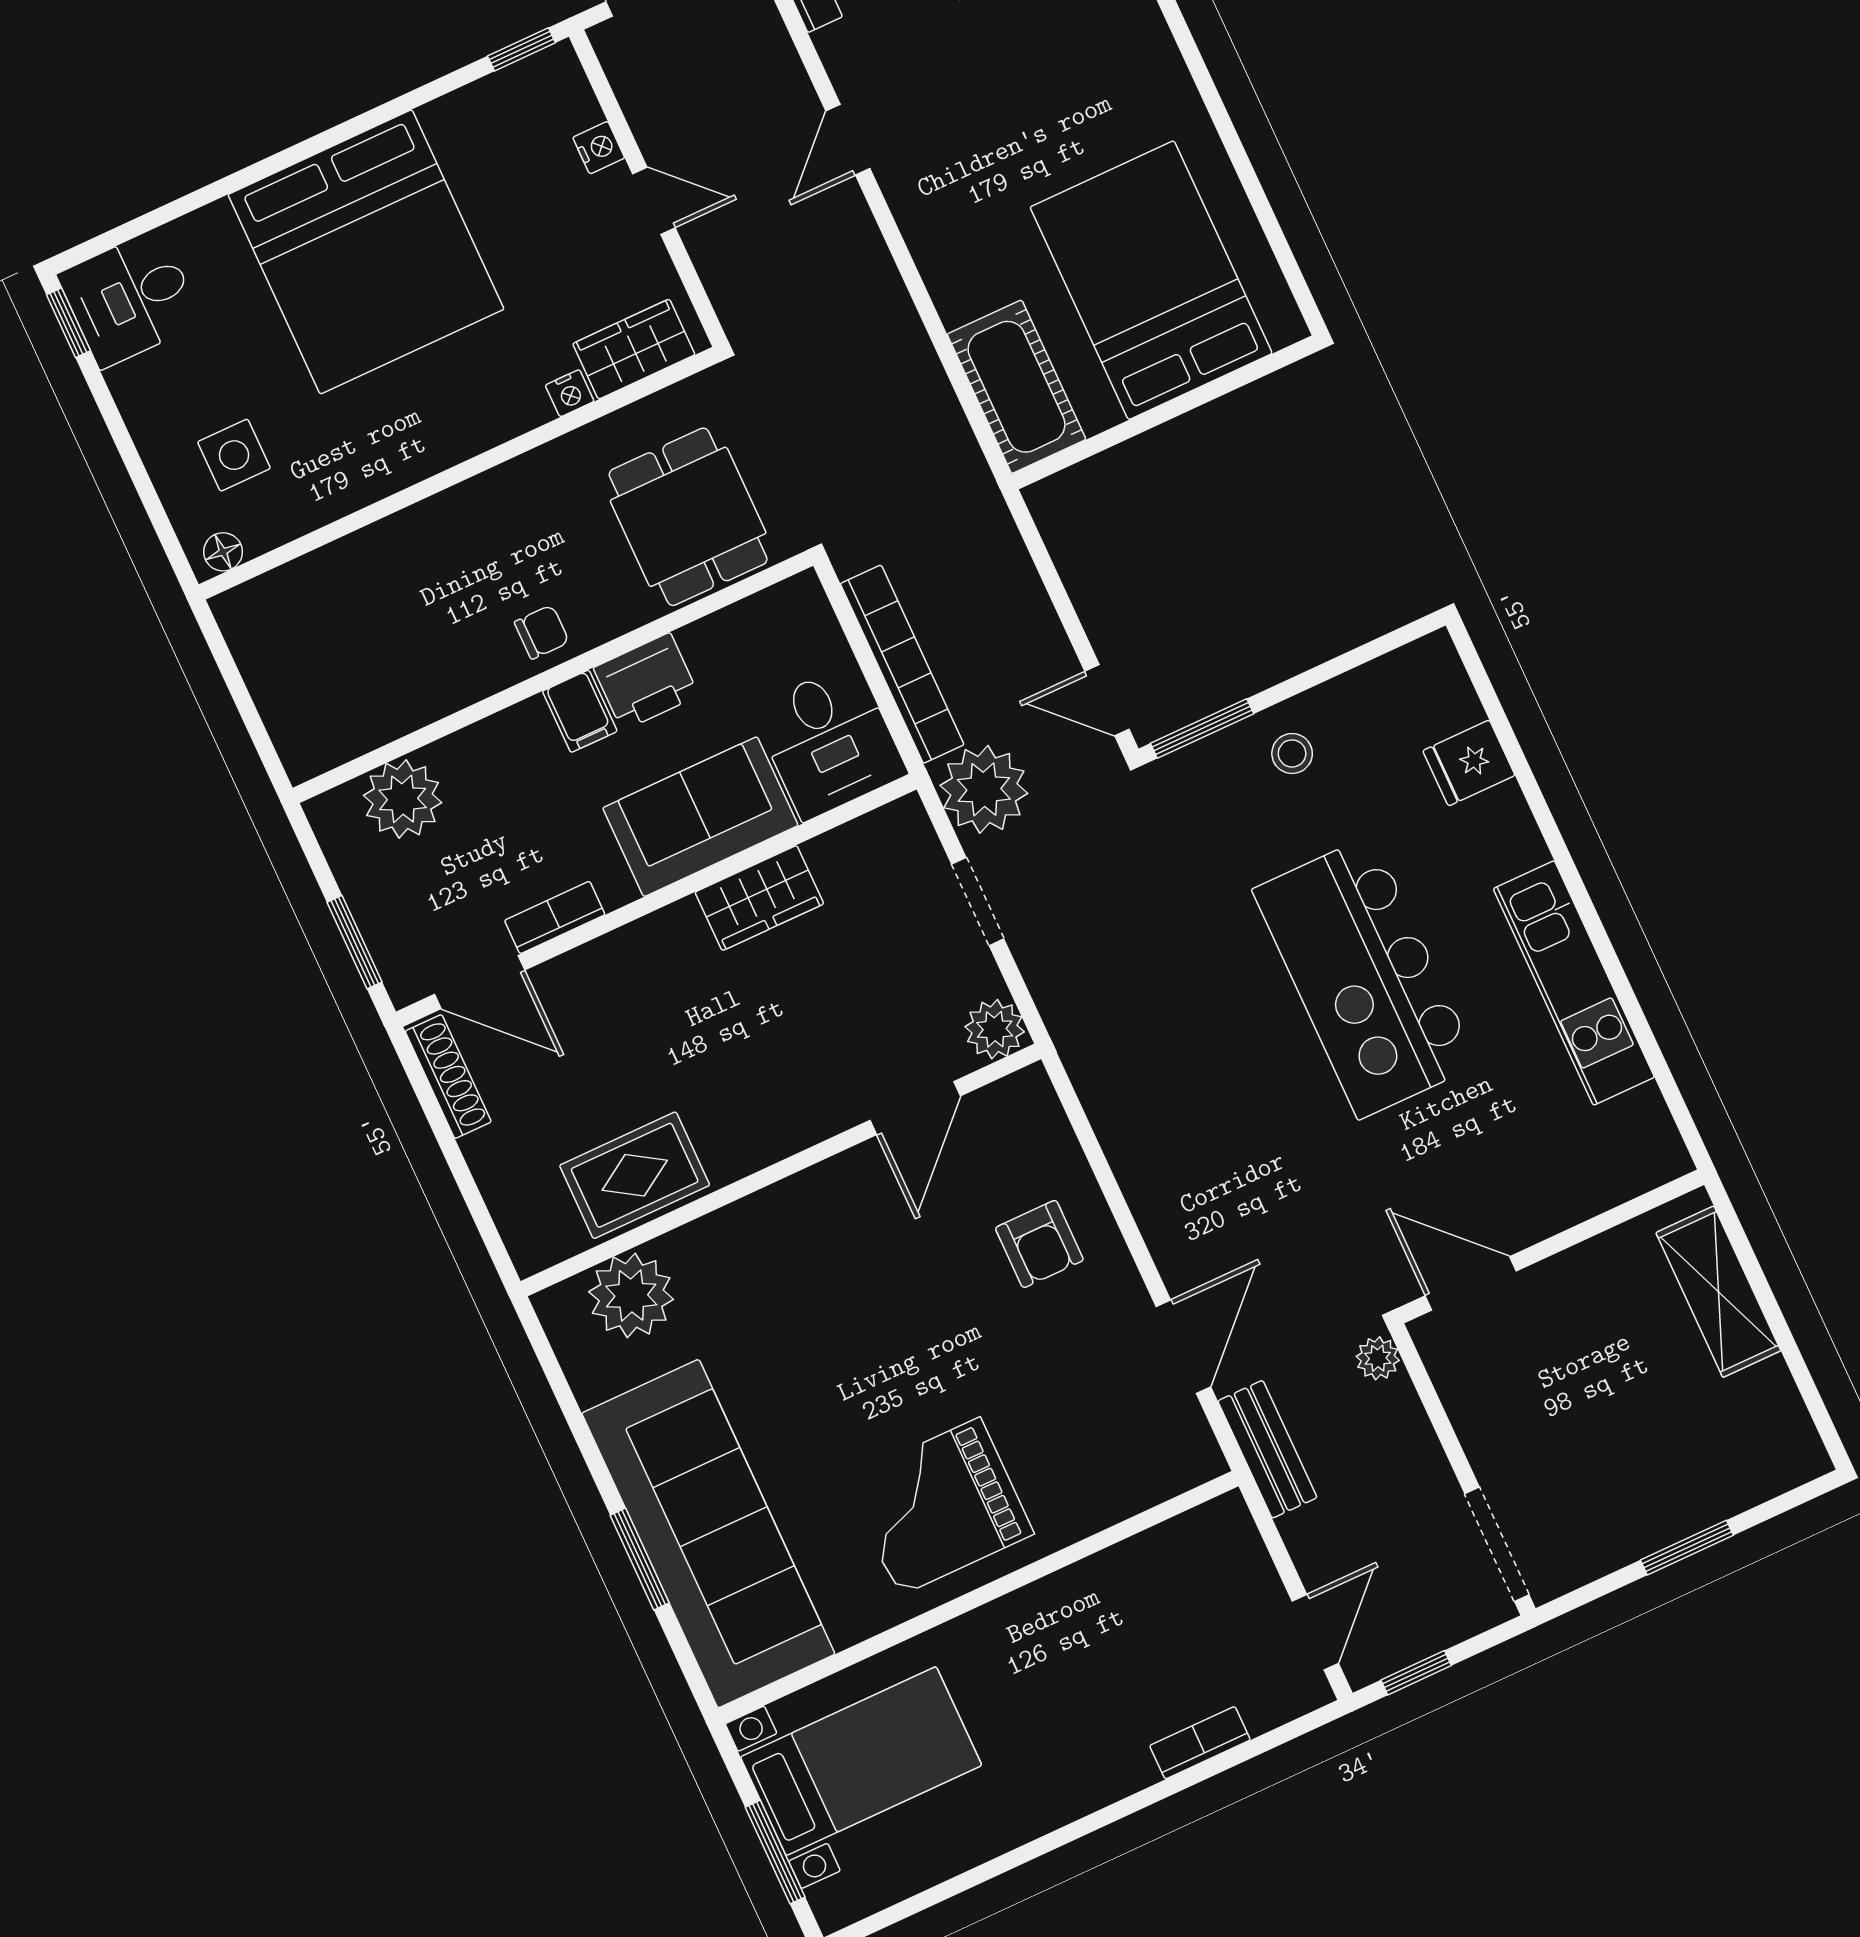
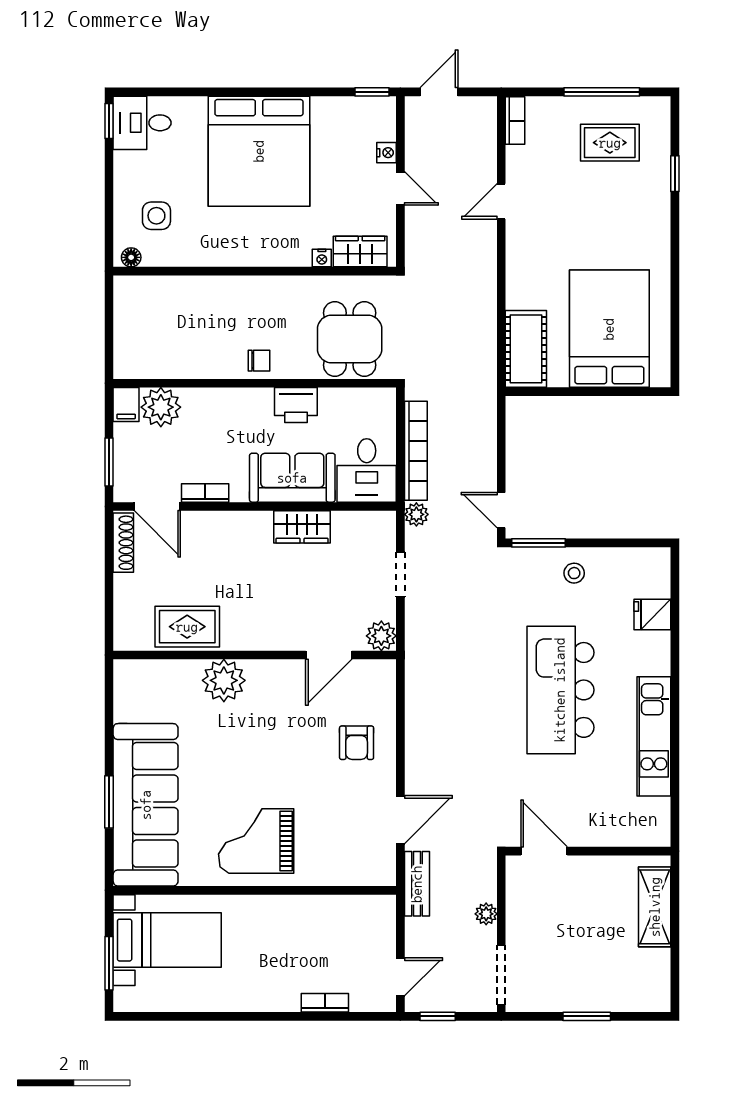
filing cabinet: (580, 711) -> (126, 405), moved
plant: (984, 789) -> (416, 514), width x0.53, depth x0.53
plant: (631, 1295) -> (224, 680), moved
plant: (1378, 1358) -> (486, 914), moved

